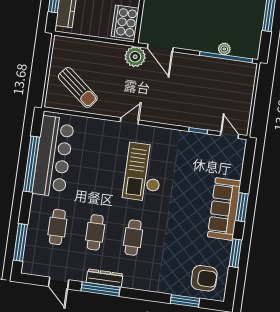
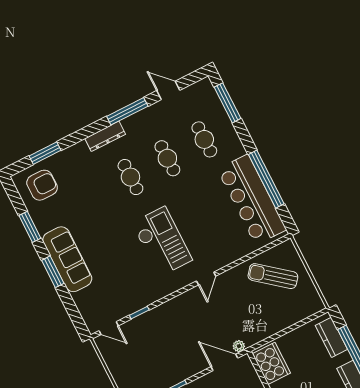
plant: (135, 57) -> (239, 346), width x0.53, depth x0.53
dresser: (105, 278) -> (105, 136), moved
armchair: (204, 278) -> (42, 185), turned 180

